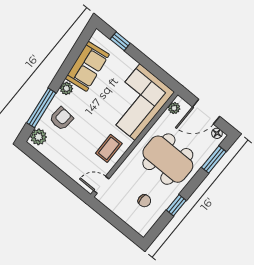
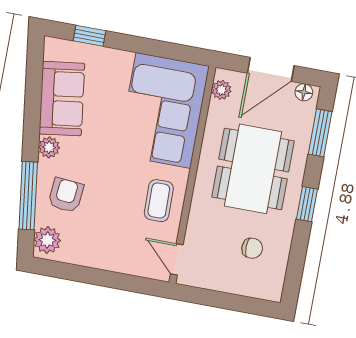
dining table: (168, 159) -> (253, 169), turned 90
door: (101, 185) -> (177, 259), hinge flipped
window: (176, 205) -> (307, 204), moved

